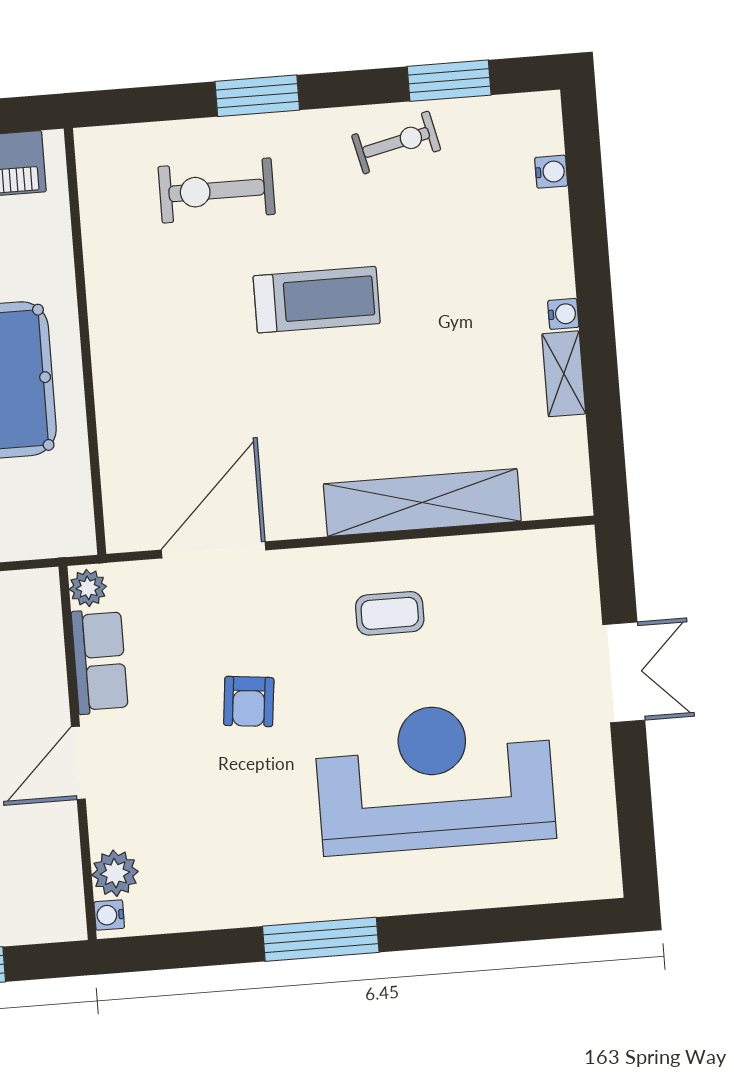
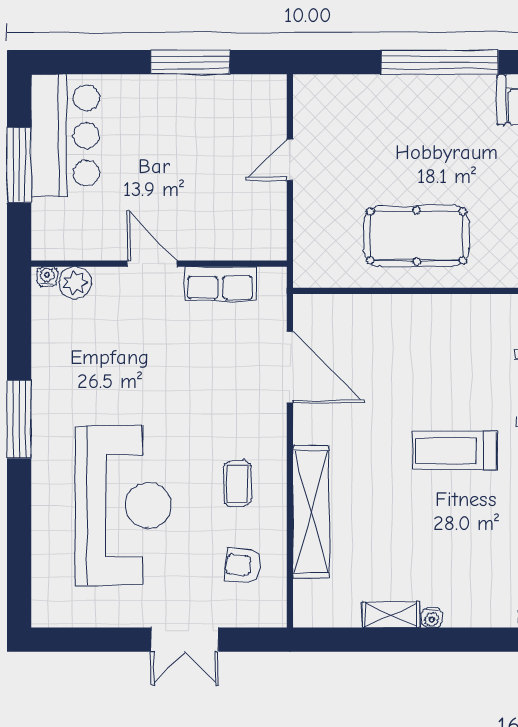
treadmill: (317, 300) -> (455, 451), turned 90
plant: (88, 588) -> (271, 280), removed
armchair: (249, 701) -> (243, 565), moved

